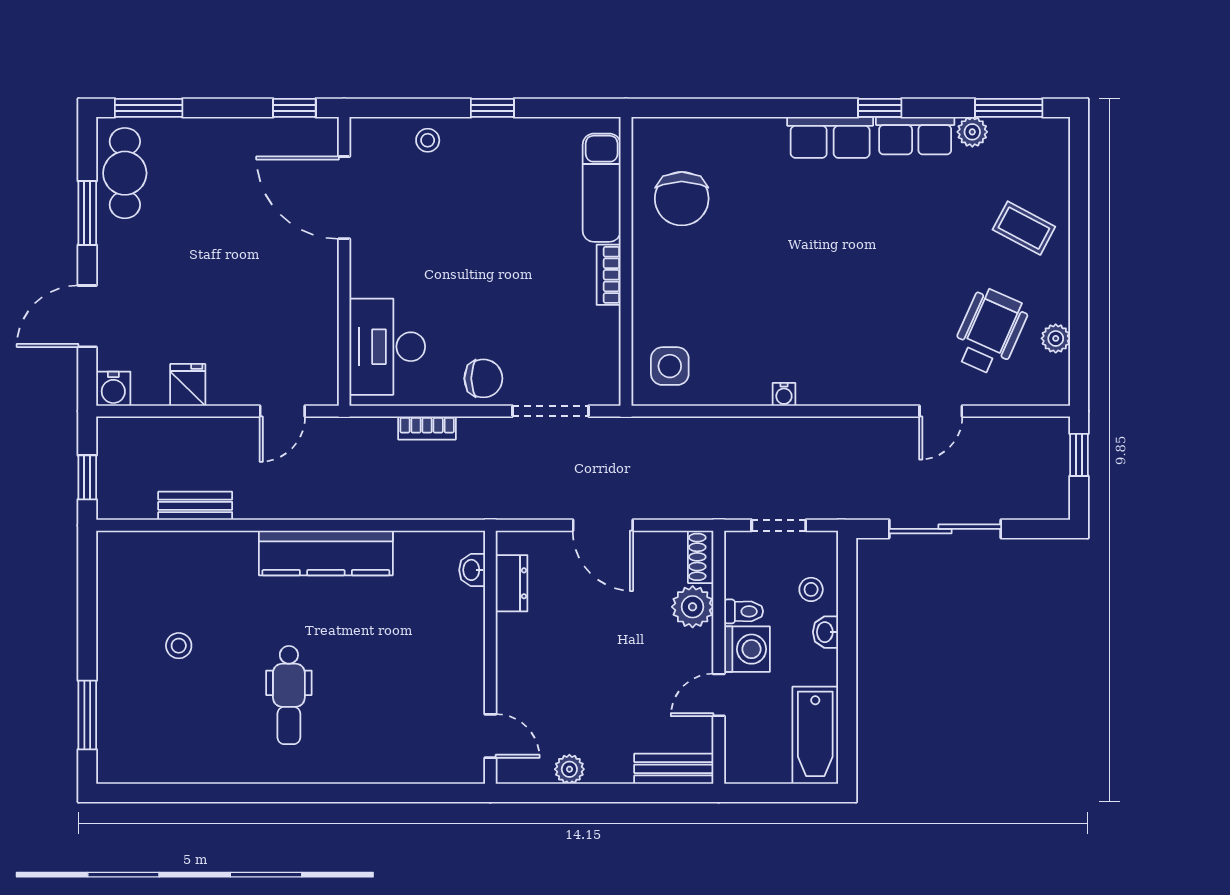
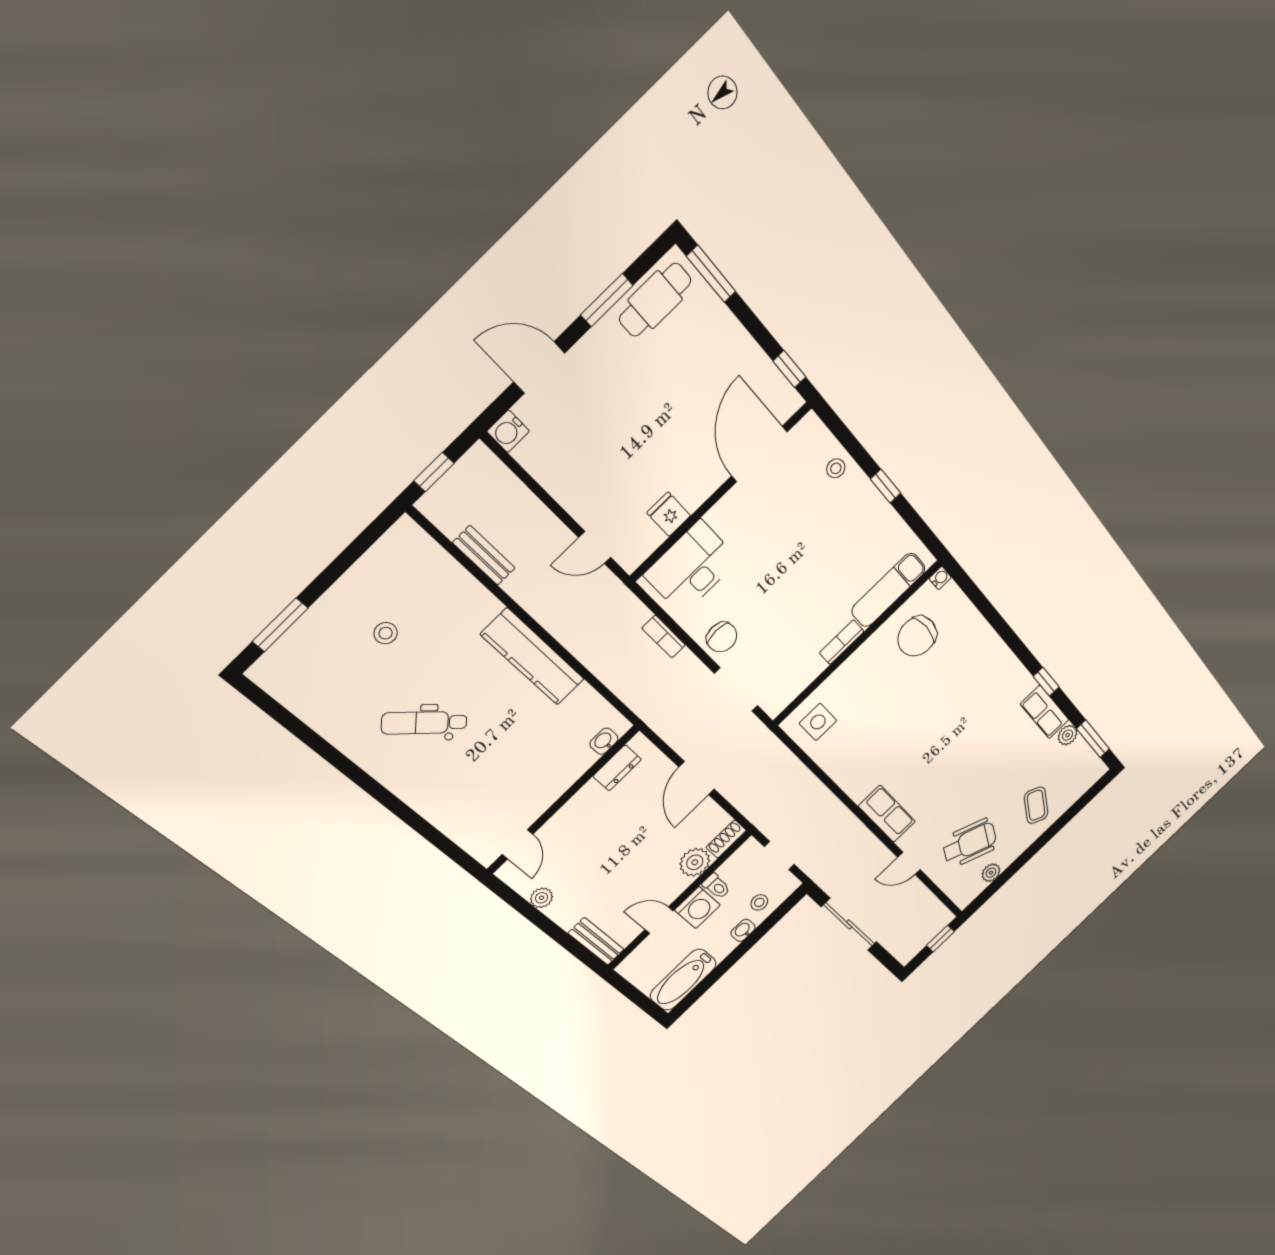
row of seats: (830, 137) -> (887, 814), moved, turned 180
fridge: (188, 385) -> (669, 514), moved, turned -90
water cooler: (784, 394) -> (940, 578), moved, turned 180
dental chair: (289, 695) -> (424, 723), turned 48

